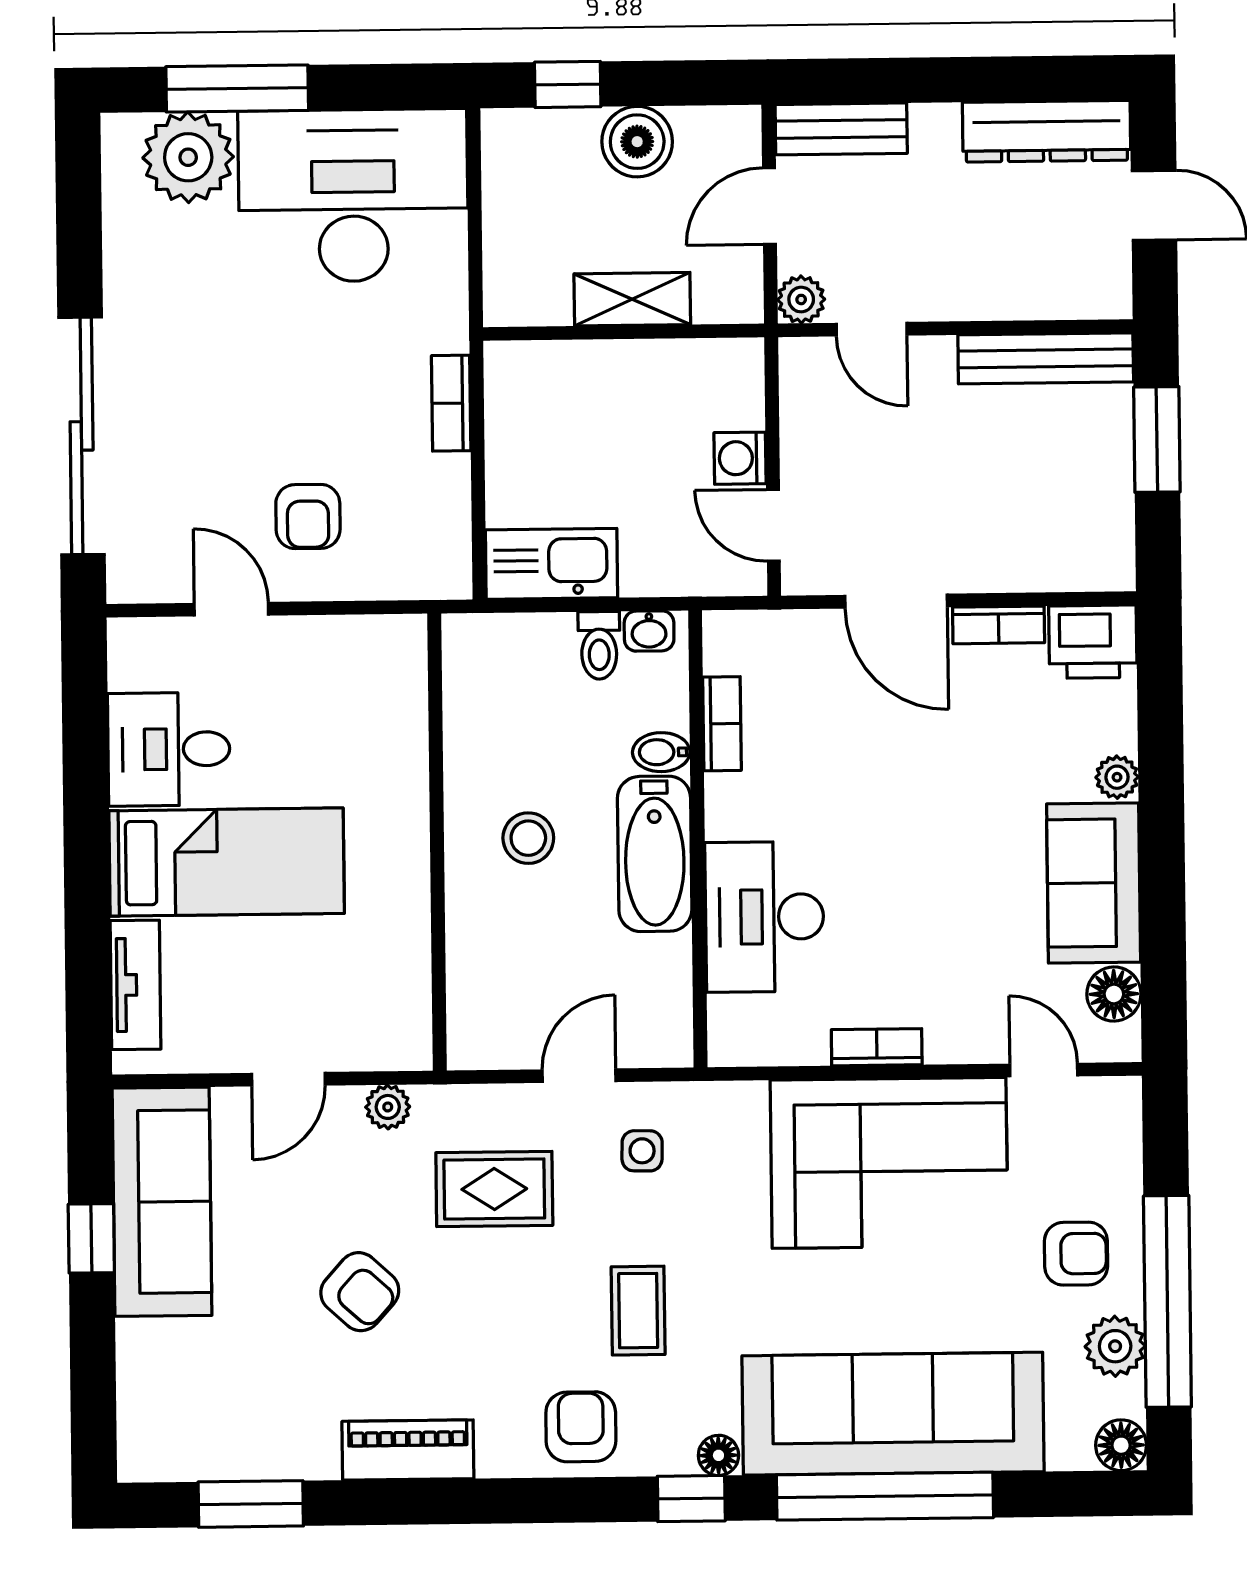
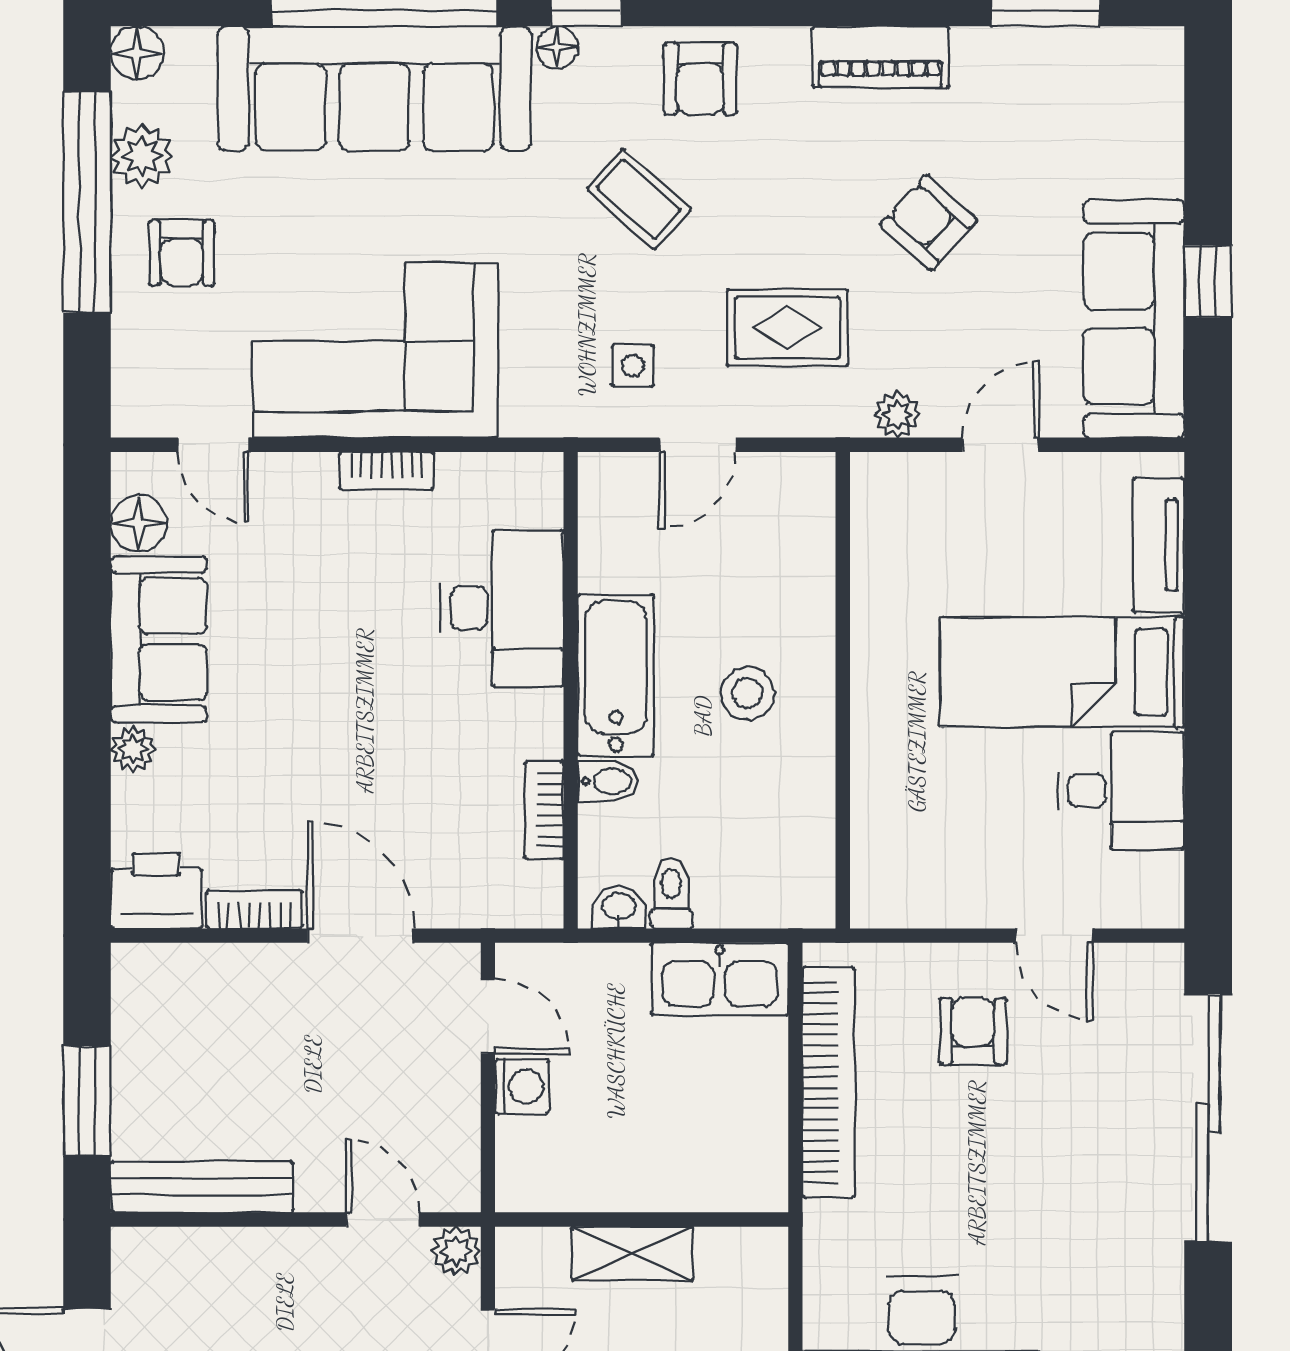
bookcase: (451, 403) -> (829, 1082), width x2.31, depth x1.31
armchair: (1076, 1254) -> (182, 253), turned -90
coffee table: (638, 1311) -> (639, 199), turned -48

